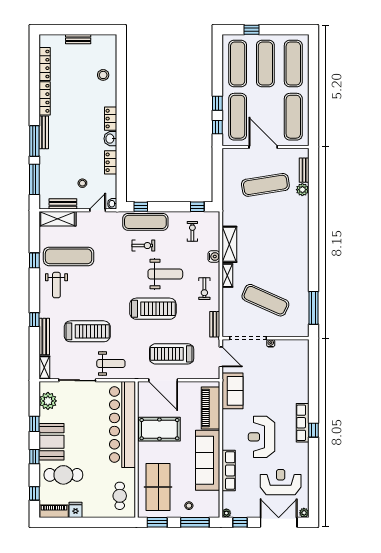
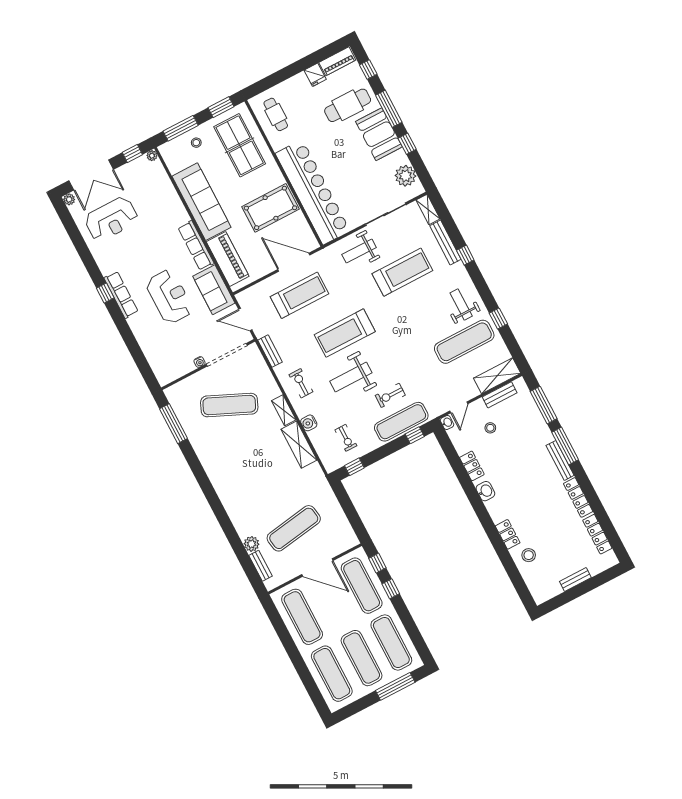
window: (252, 30) -> (395, 686), width x2.17
locker: (111, 119) -> (508, 534), moved
treadmill: (87, 331) -> (402, 272), turned 180
reception desk: (262, 437) -> (169, 297), moved
window: (34, 457) -> (389, 109), width x2.17
row of seats: (229, 470) -> (196, 245), moved

